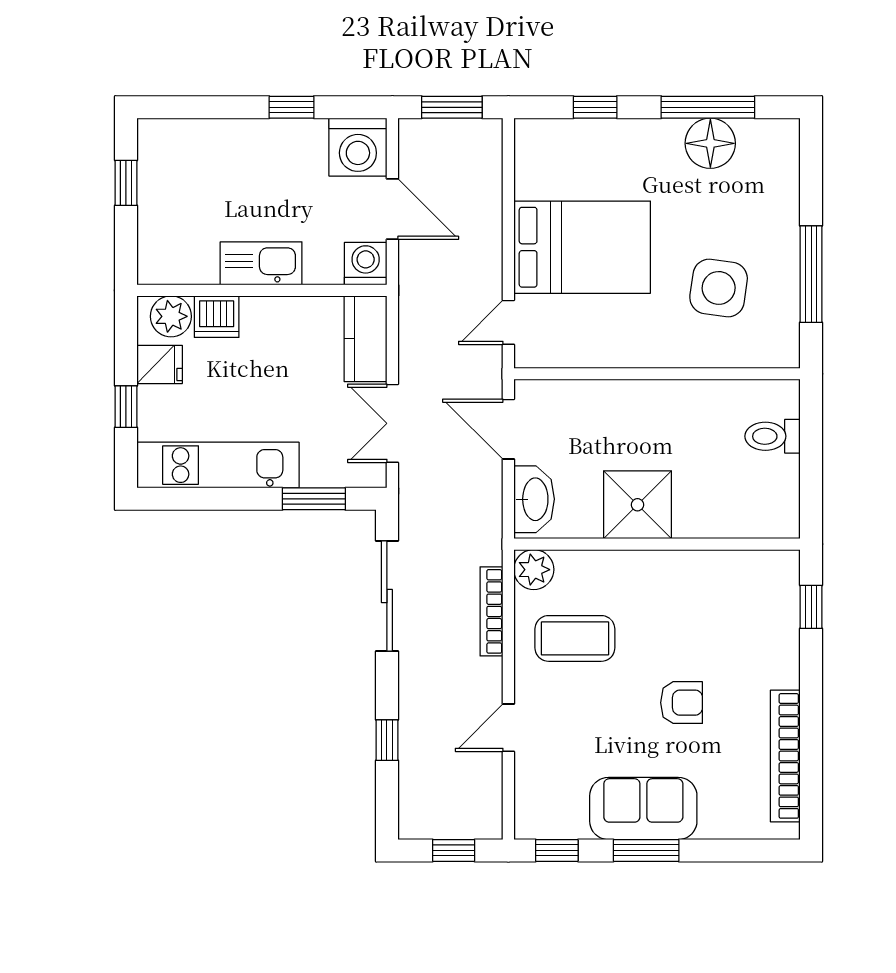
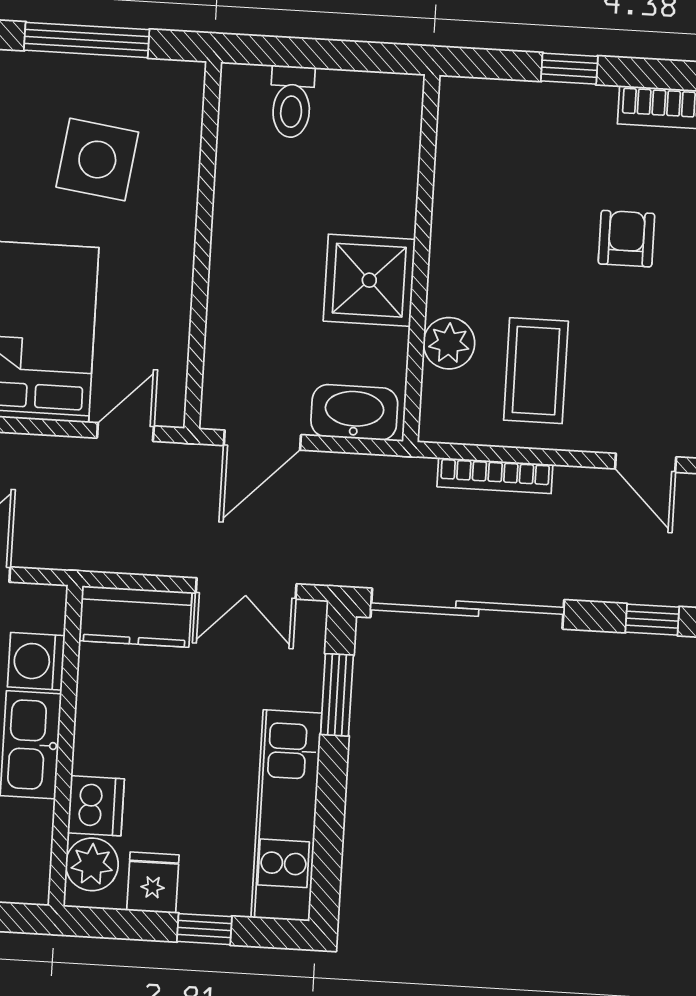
washing machine: (366, 264) -> (36, 661), moved
door: (508, 322) -> (125, 432), swing flipped
plant: (534, 570) -> (449, 343), moved
sliding door: (387, 596) -> (467, 609), width x1.36
window: (811, 607) -> (569, 69), moved

